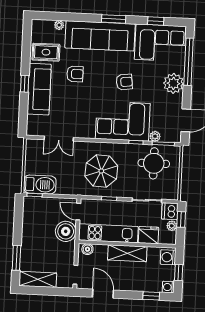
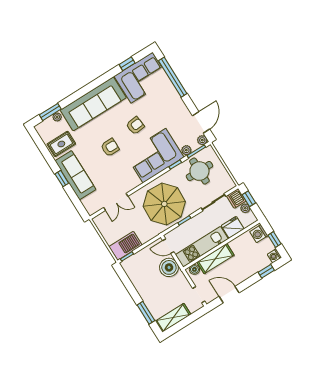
window: (114, 19) -> (50, 112), moved
armchair: (75, 74) -> (110, 147), moved
plant: (173, 83) -> (202, 140), moved, width x0.53, depth x0.53
parasol: (101, 171) -> (164, 204), width x1.36, depth x1.36
shelving: (127, 253) -> (215, 259), moved

